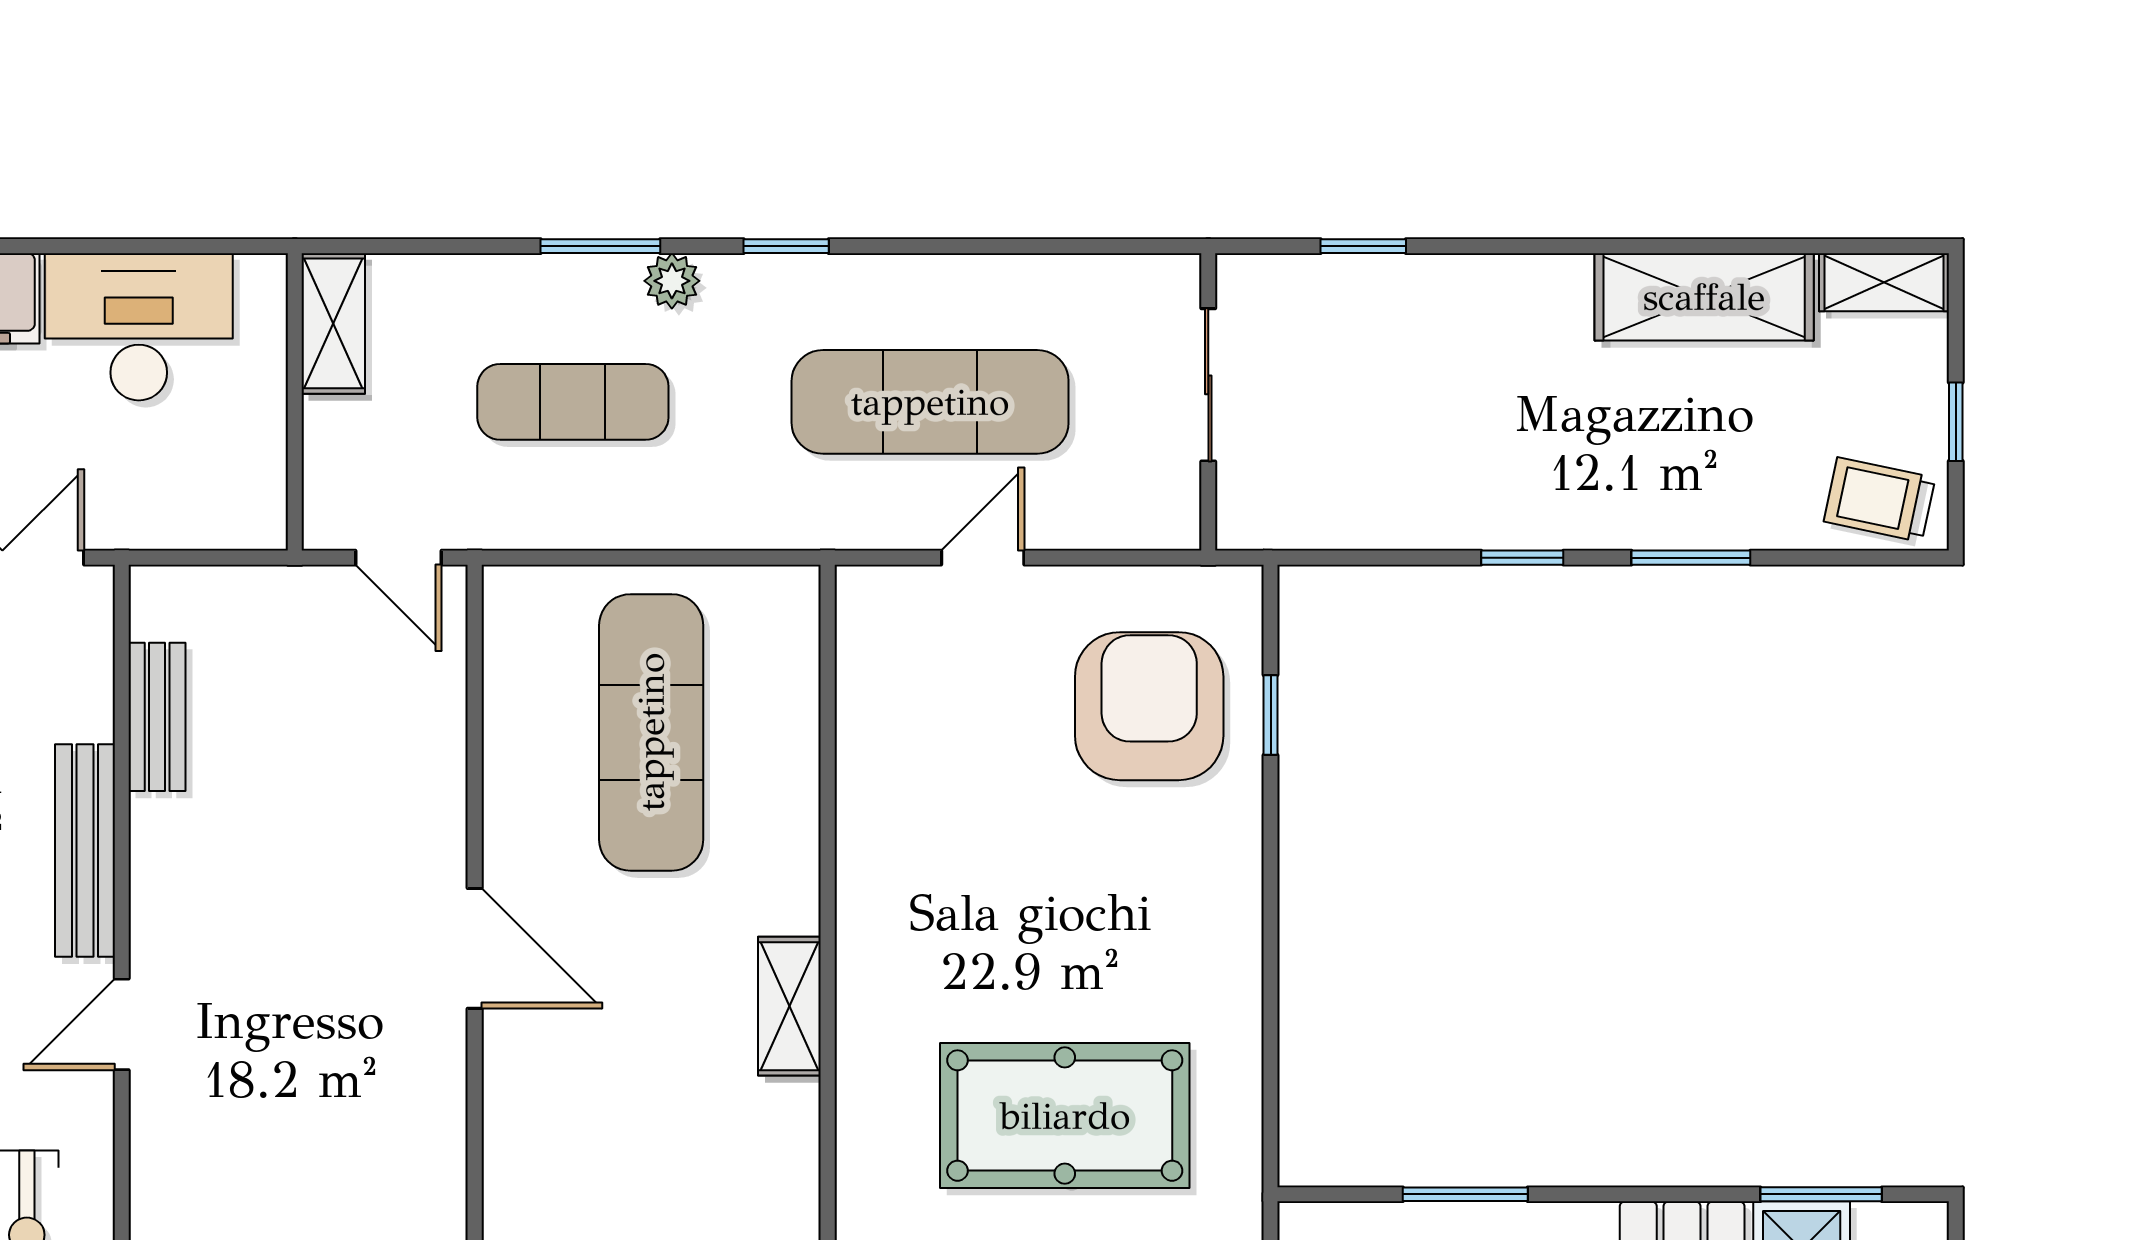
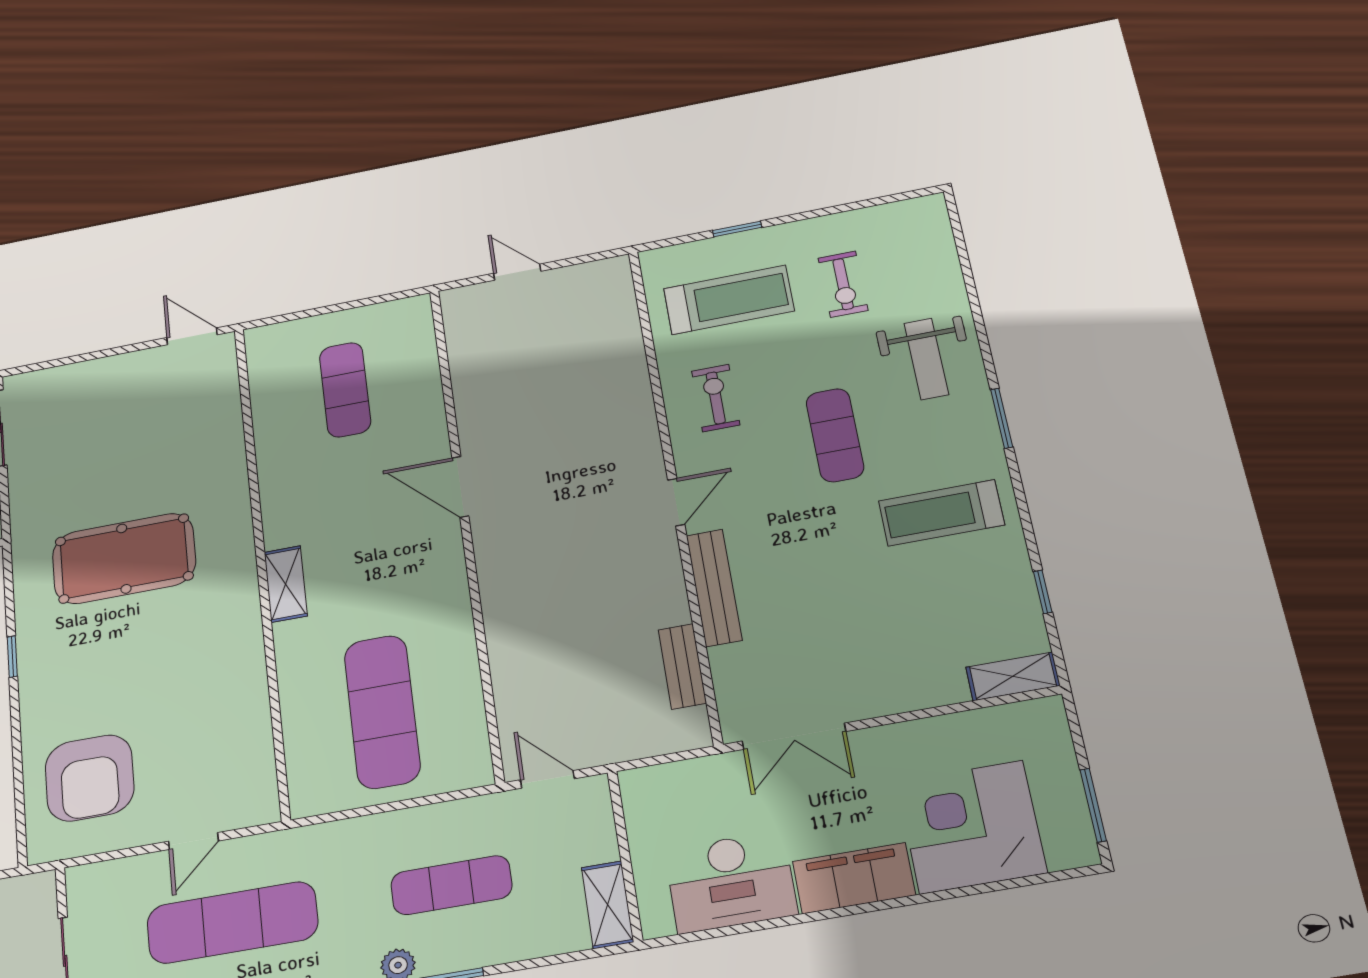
window: (1271, 715) -> (12, 657), moved
door: (475, 948) -> (460, 487), moved

